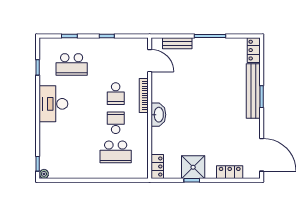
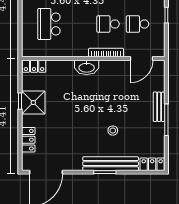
bench: (177, 43) -> (159, 107), moved
stool: (221, 89) -> (113, 131), added
school desk: (116, 123) -> (138, 24), moved, turned 180

